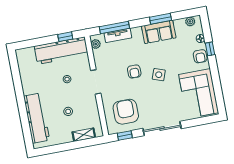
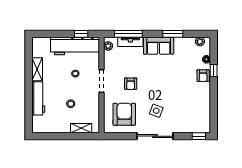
sofa: (159, 32) -> (159, 46), moved
armchair: (134, 71) -> (131, 84), moved
side table: (159, 75) -> (156, 111), moved
shelving: (26, 82) -> (37, 69), added
corner sofa: (199, 94) -> (195, 110), removed
workbench: (37, 118) -> (38, 98), width x0.73, depth x0.76
window: (125, 136) -> (199, 136), moved

